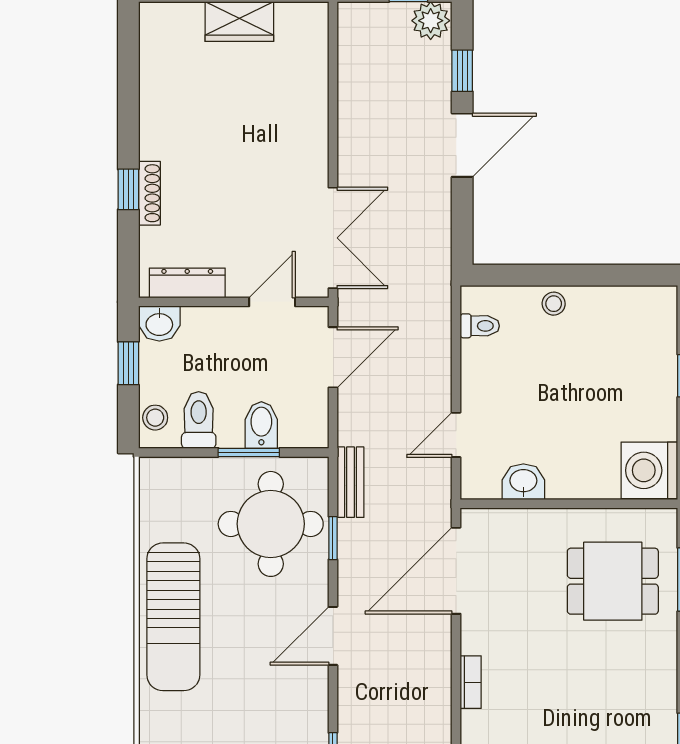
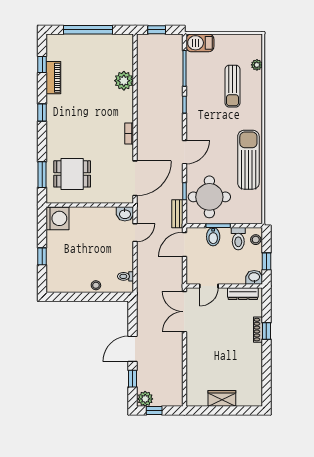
door: (333, 357) -> (184, 244), moved
washbasin: (523, 482) -> (125, 214), moved

